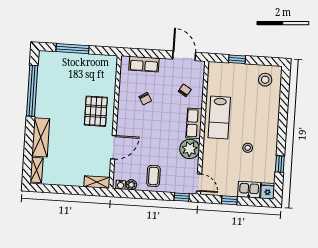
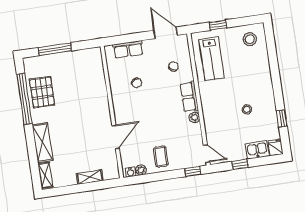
pallet: (96, 111) -> (42, 92), moved
lab bench: (219, 118) -> (212, 59), moved
plant: (190, 149) -> (194, 117), width x0.53, depth x0.53
shelving: (97, 182) -> (90, 177), moved

